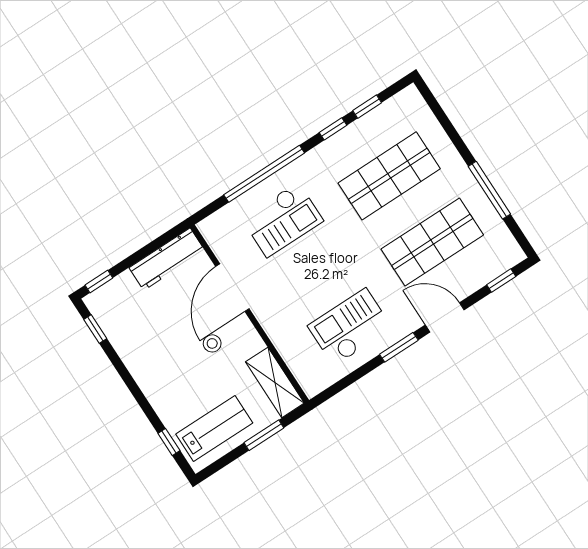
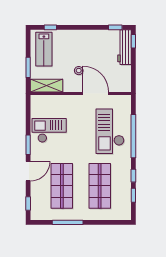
checkout: (282, 220) -> (110, 131), width x1.36, depth x1.21
workbench: (167, 259) -> (125, 47), moved
checkout: (350, 327) -> (49, 130), turned -90

